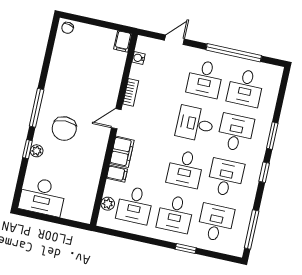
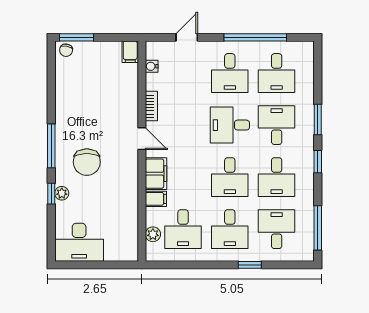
window: (79, 19) -> (76, 37), added
door: (116, 119) -> (142, 139), swing flipped
desk: (226, 178) -> (277, 177), turned 180

